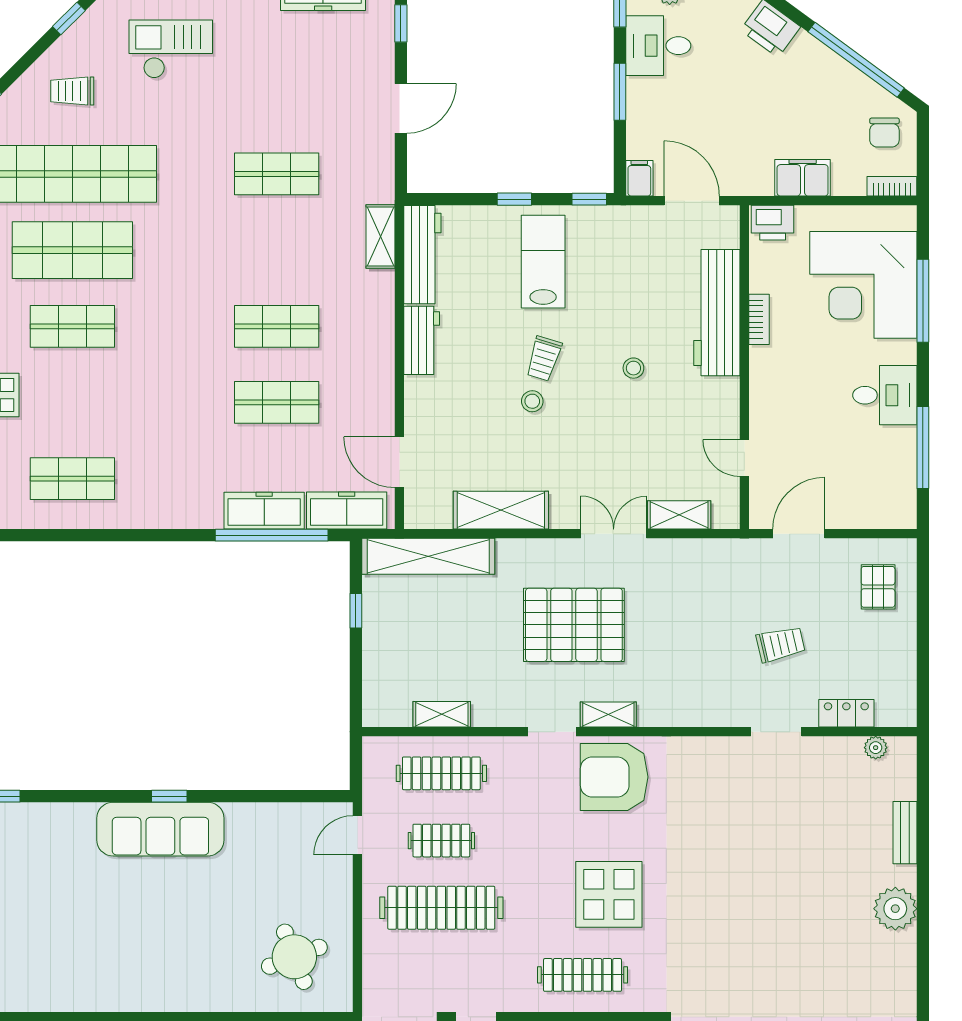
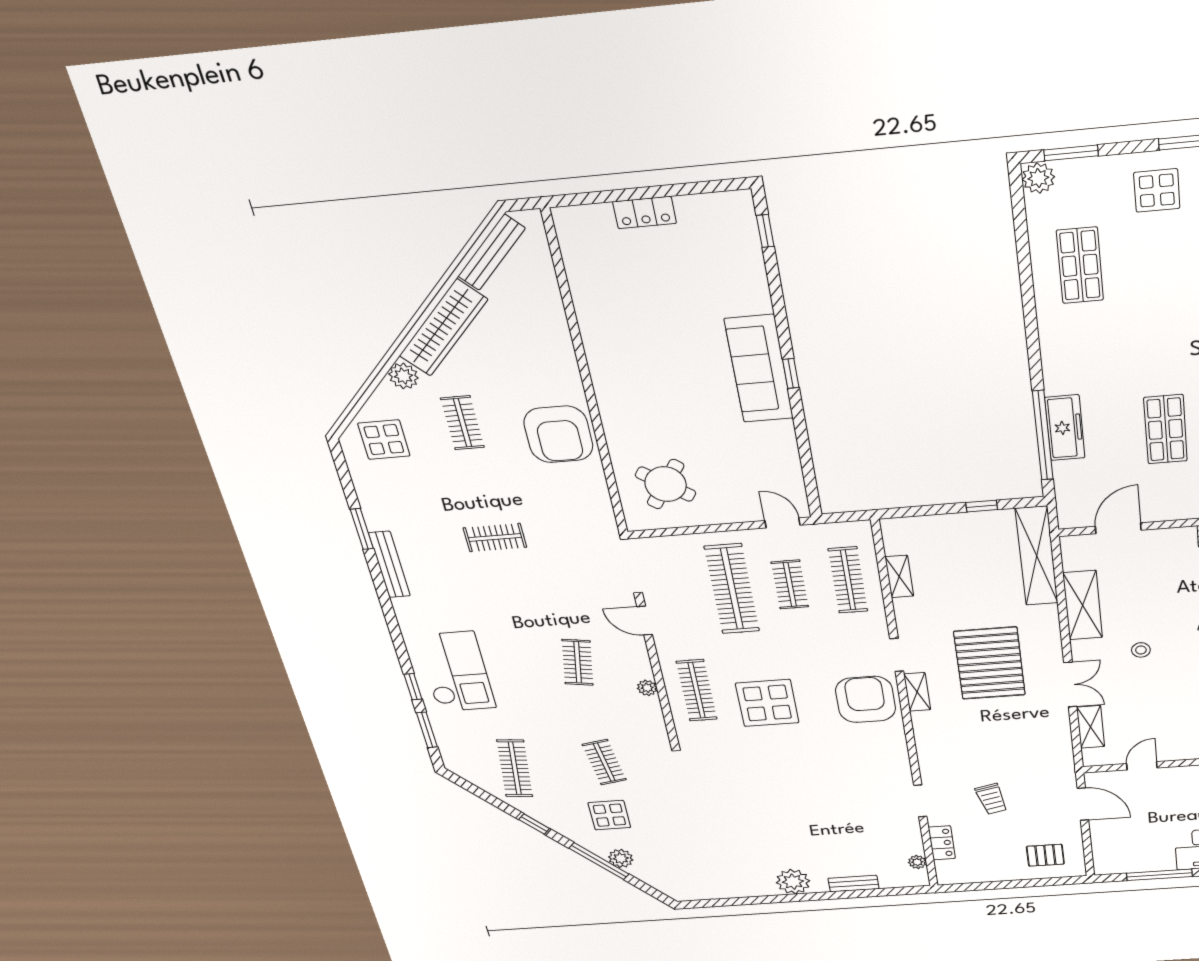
stool: (532, 401) -> (1141, 650), moved
freezer: (347, 511) -> (1071, 492), removed
round table: (294, 957) -> (666, 484), turned -34

